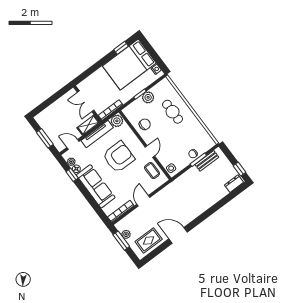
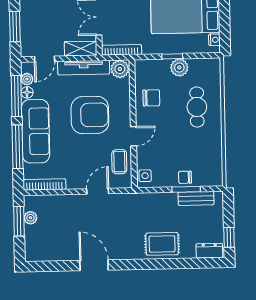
door: (73, 144) -> (45, 59), swing flipped
window: (72, 175) -> (16, 96), width x2.17
window: (92, 201) -> (17, 147), added
door: (143, 201) -> (98, 191), moved
rug: (149, 240) -> (162, 244), moved

